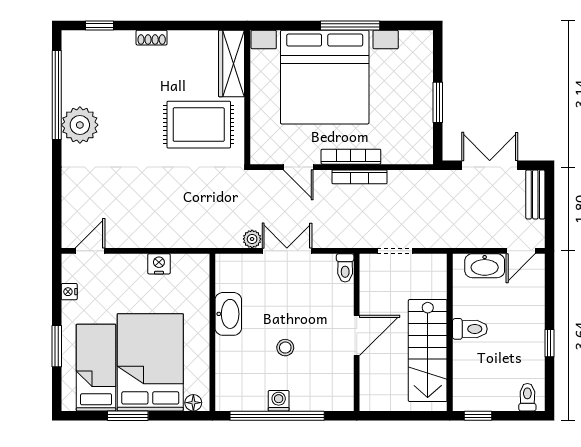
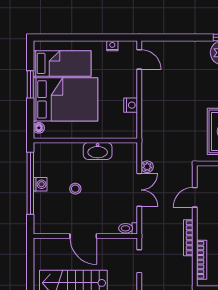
bookcase: (351, 157) -> (202, 260), moved
window: (57, 346) -> (76, 37), removed

